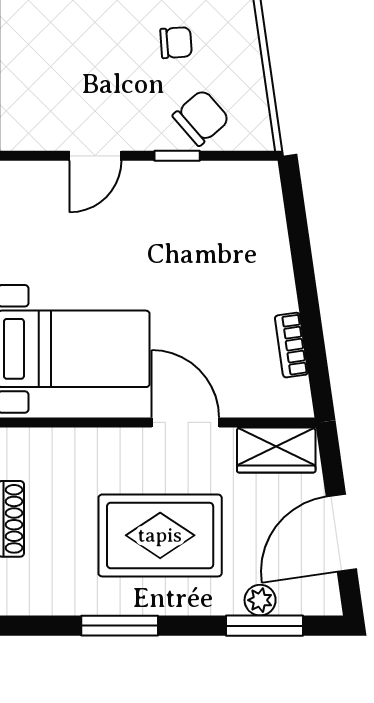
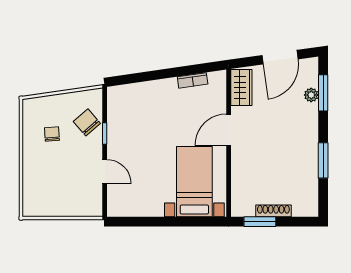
door: (341, 533) -> (280, 57), hinge flipped
rug: (160, 535) -> (281, 141), removed

